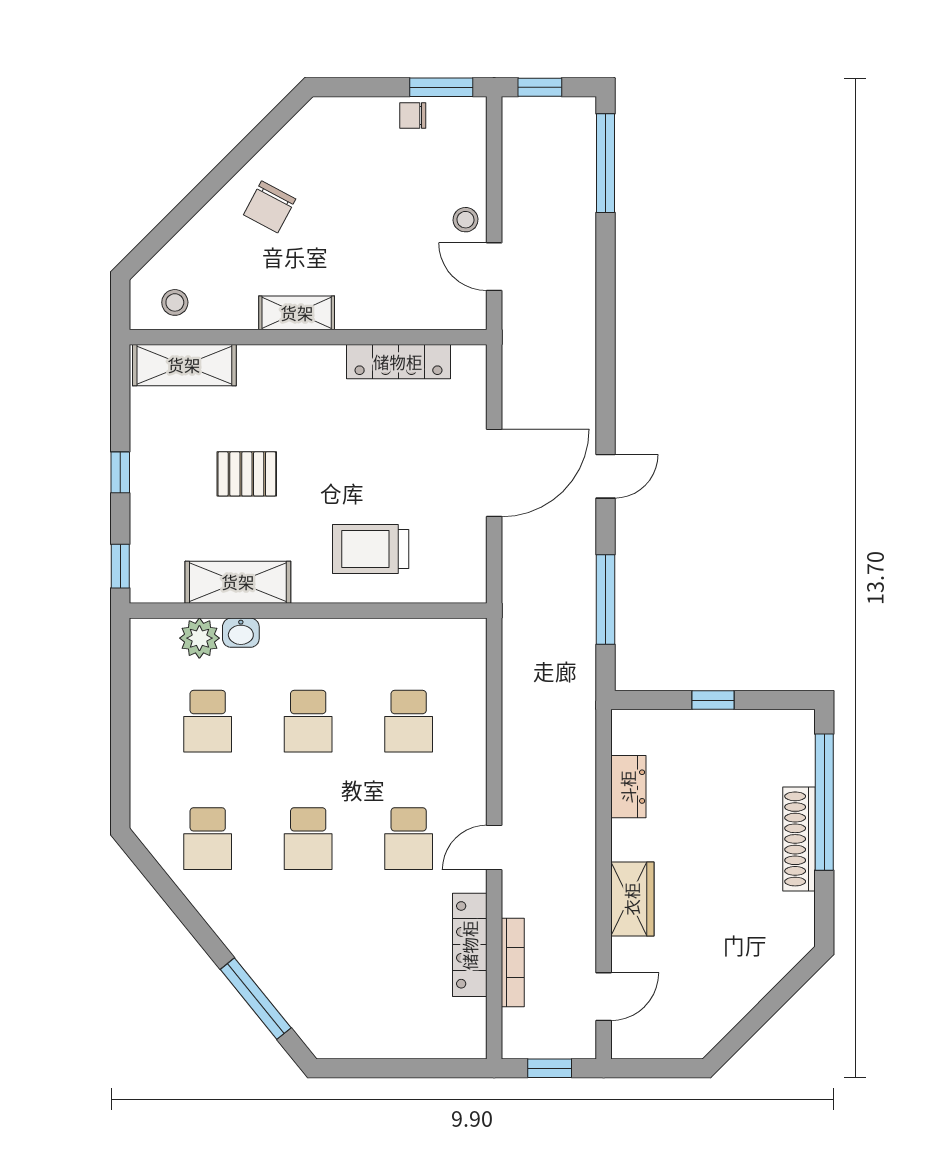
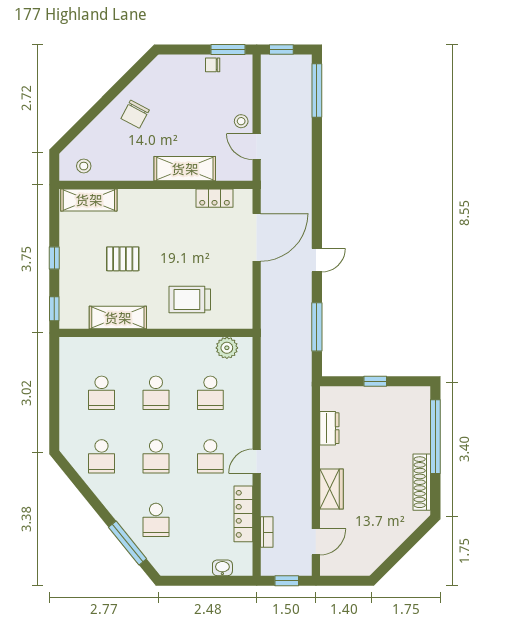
shelving: (297, 313) -> (185, 169), moved, width x1.50, depth x1.33
locker: (398, 362) -> (215, 198), width x0.66
door: (494, 473) -> (257, 237), moved
washbasin: (241, 633) -> (222, 568), moved, turned 180
plant: (199, 638) -> (227, 348), moved
shoe rack: (799, 839) -> (422, 482), moved
school desk: (308, 956) -> (156, 520), added
bookcase: (513, 962) -> (267, 532), width x0.64

